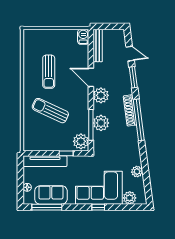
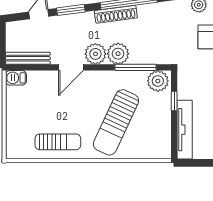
sun lounger: (49, 72) -> (58, 142), moved
sun lounger: (50, 111) -> (116, 122), width x1.36, depth x1.34
plant: (101, 123) -> (118, 54), moved

